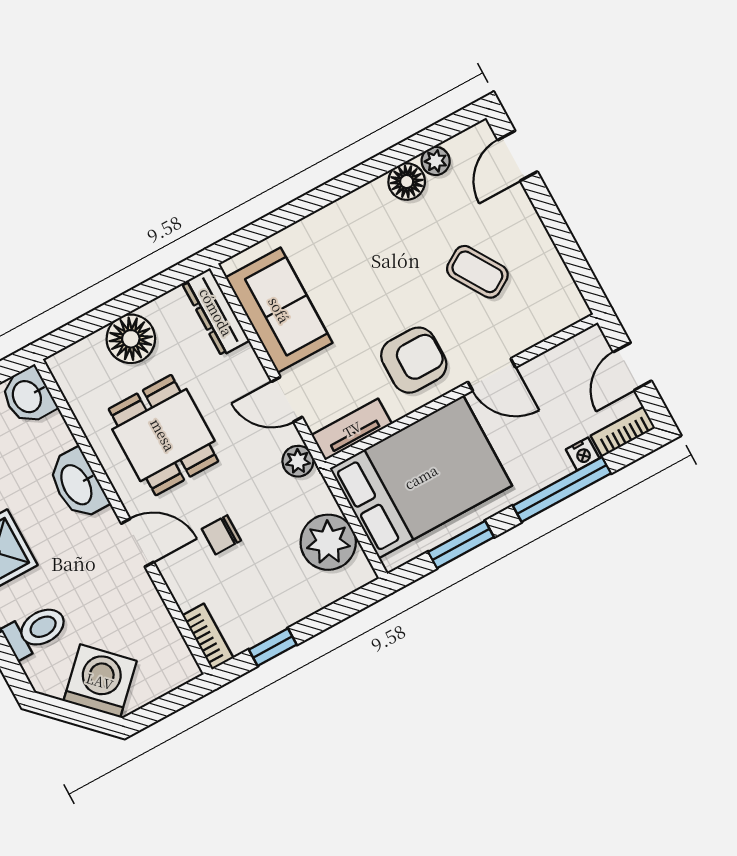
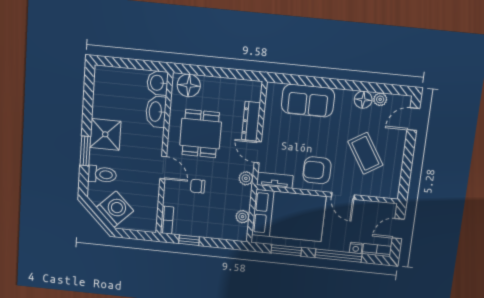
coffee table: (477, 272) -> (365, 153), width x1.36, depth x1.30
sofa: (279, 310) -> (308, 101), moved, turned 90
dresser: (216, 312) -> (251, 121), moved
floor lamp: (131, 339) -> (189, 85), moved
armchair: (414, 360) -> (317, 170), turned 180
washbasin: (77, 484) -> (156, 112), moved
plant: (328, 542) -> (242, 217), width x0.53, depth x0.53

